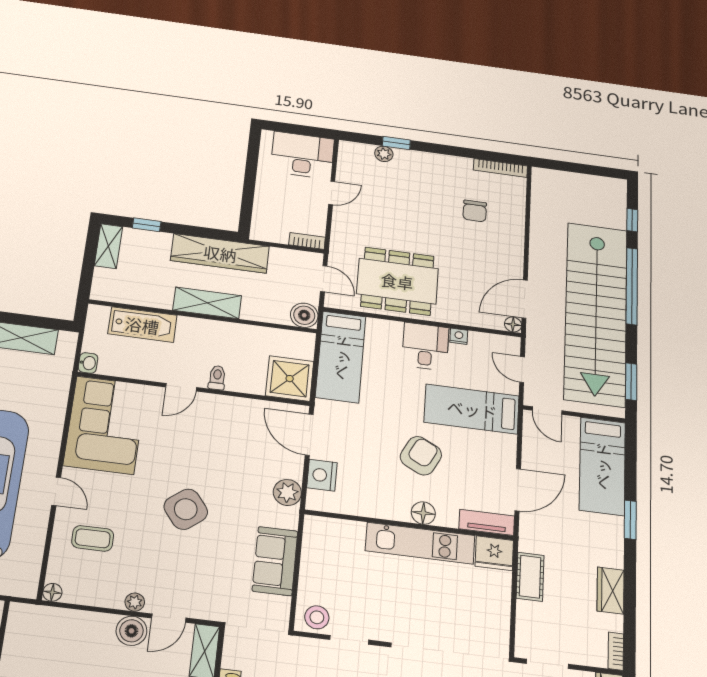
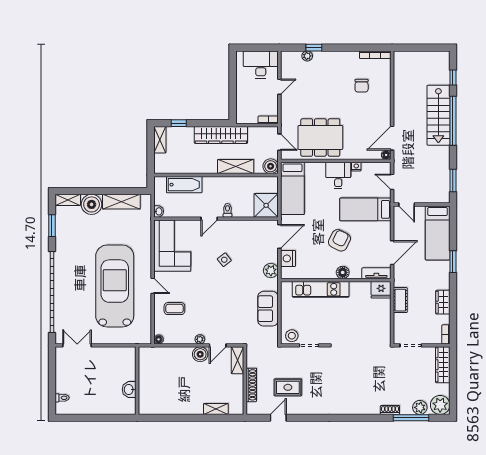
shelving: (207, 303) -> (236, 167), moved
stairs: (596, 313) -> (438, 115), width x0.54, depth x0.66
door: (309, 435) -> (279, 236), swing flipped
side table: (186, 509) -> (224, 260), moved, width x0.54, depth x0.54
kitchen unit: (420, 543) -> (321, 289), moved

